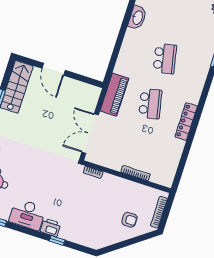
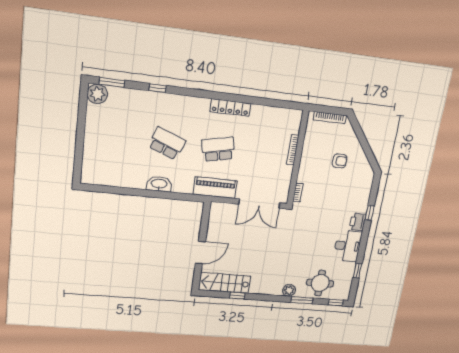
washbasin: (137, 18) -> (159, 184), moved
school desk: (165, 59) -> (167, 143), turned 33
armchair: (129, 220) -> (340, 161), moved, turned 90

